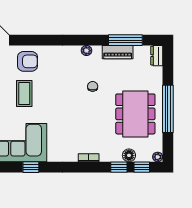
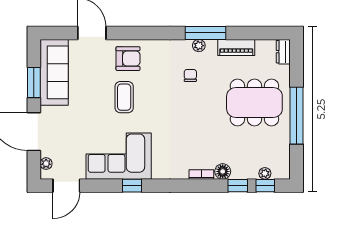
window: (125, 40) -> (206, 33), moved
chair: (93, 86) -> (190, 75), moved
dining table: (135, 114) -> (254, 103), moved, turned 90
floor lamp: (129, 155) -> (223, 171), moved
plant: (158, 157) -> (265, 173), moved

